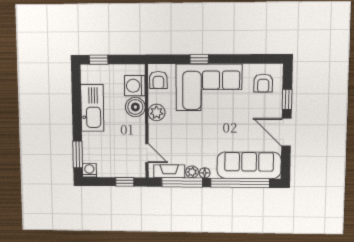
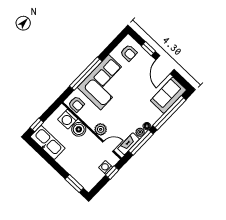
window: (199, 59) -> (86, 74), width x3.17
kitchen sink: (92, 108) -> (48, 142), moved
plant: (157, 112) -> (101, 129), moved
door: (286, 132) -> (165, 65), hinge flipped
sofa: (249, 165) -> (168, 95), width x0.73
washing machine: (89, 170) -> (106, 167), moved

